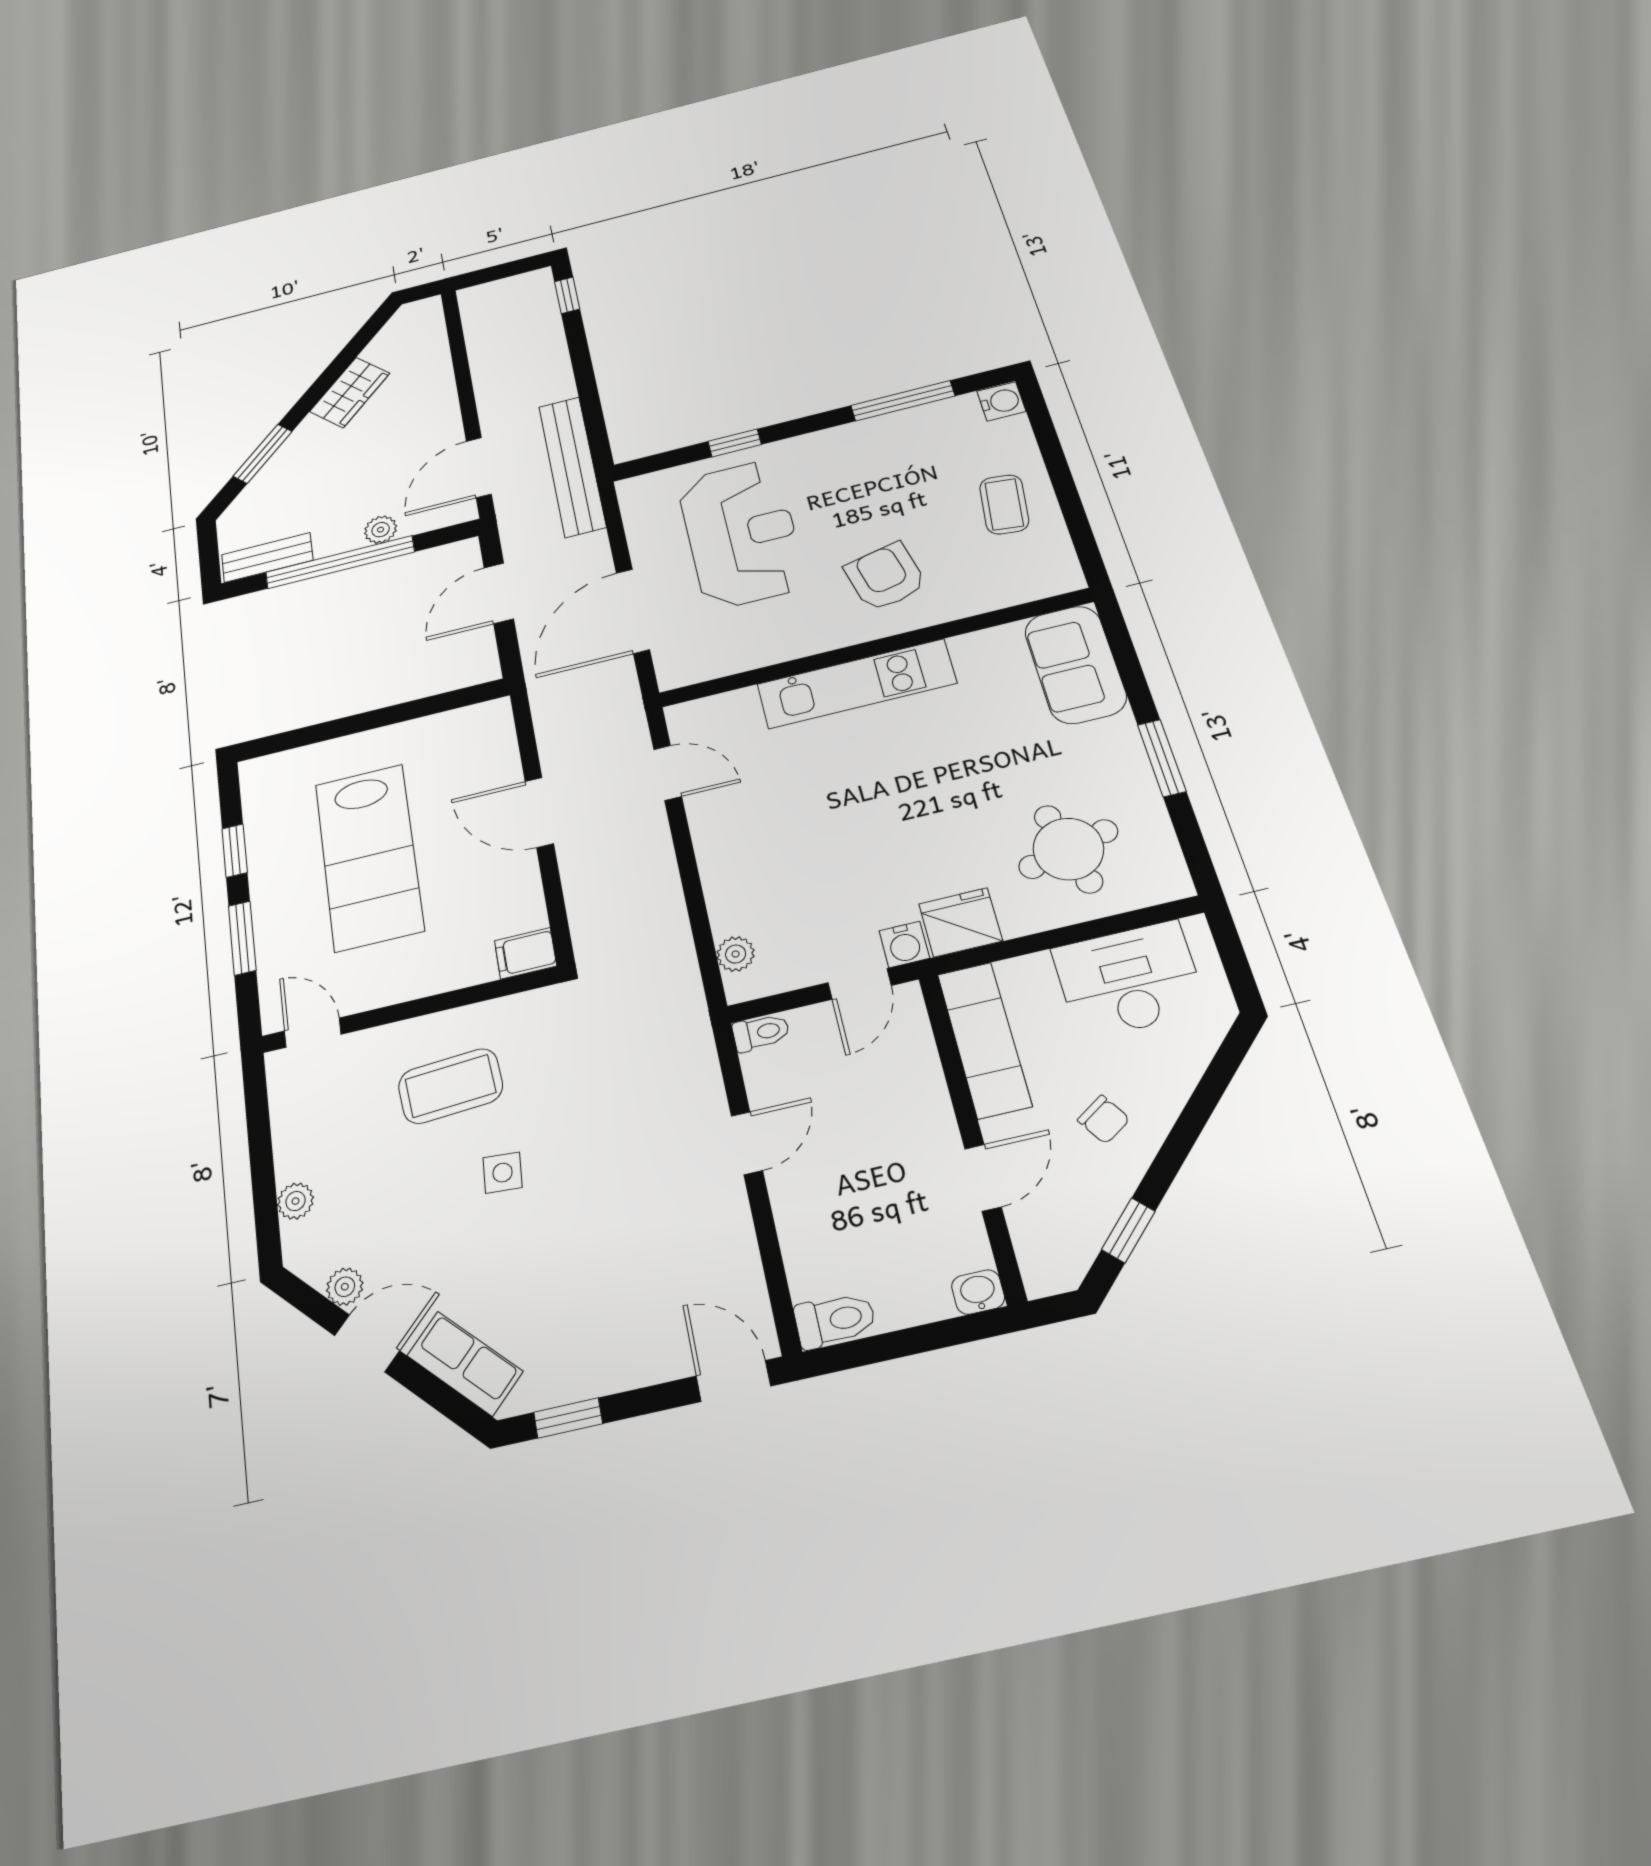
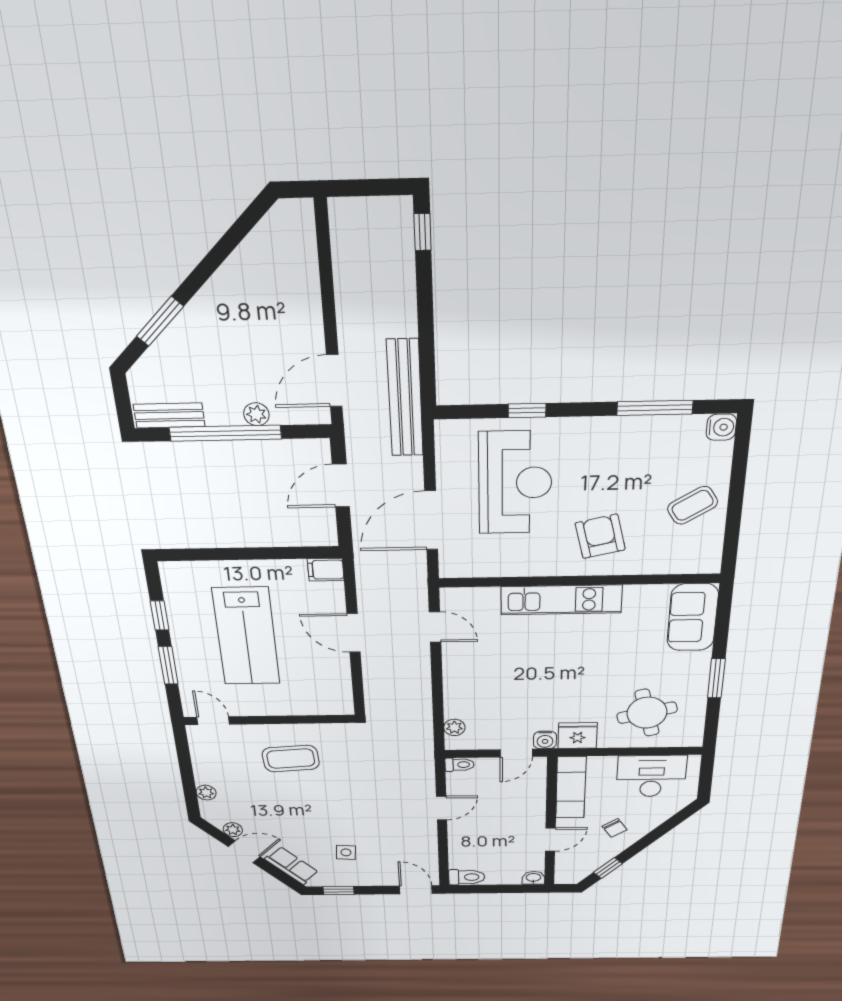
wardrobe: (350, 392) -> (232, 280), removed
coffee table: (1004, 504) -> (693, 505), turned 51
filing cabinet: (526, 953) -> (326, 570), moved
side table: (503, 1173) -> (346, 852), moved

